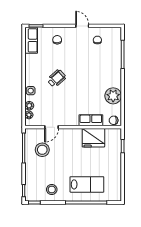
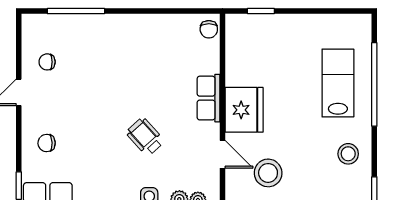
wheelchair: (56, 78) -> (145, 137), moved
plant: (113, 96) -> (160, 30), removed
row of seats: (91, 120) -> (209, 98), moved
fridge: (93, 138) -> (244, 110), moved

